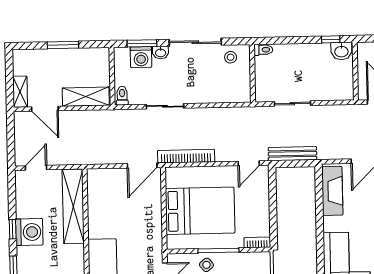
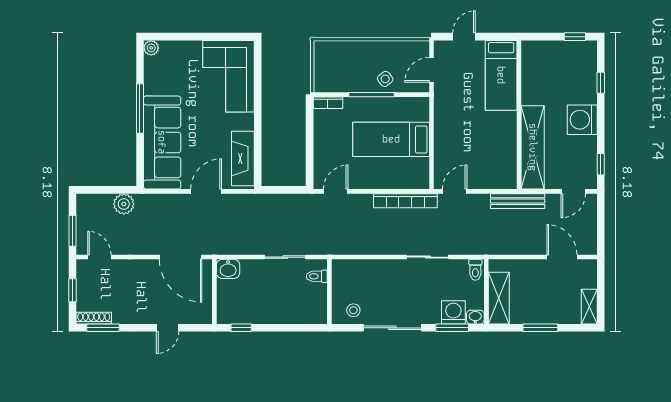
toilet: (263, 50) -> (317, 276), moved
washbasin: (341, 51) -> (228, 269), moved, turned 180
washbasin: (161, 53) -> (475, 317), moved
shelving: (20, 92) -> (589, 307), moved
shelving: (86, 97) -> (499, 298), moved, turned 90
bench: (292, 154) -> (518, 201), moved
door: (142, 166) -> (455, 191), width x0.73
bed: (200, 211) -> (391, 139), width x0.67
window: (13, 229) -> (601, 164), moved

